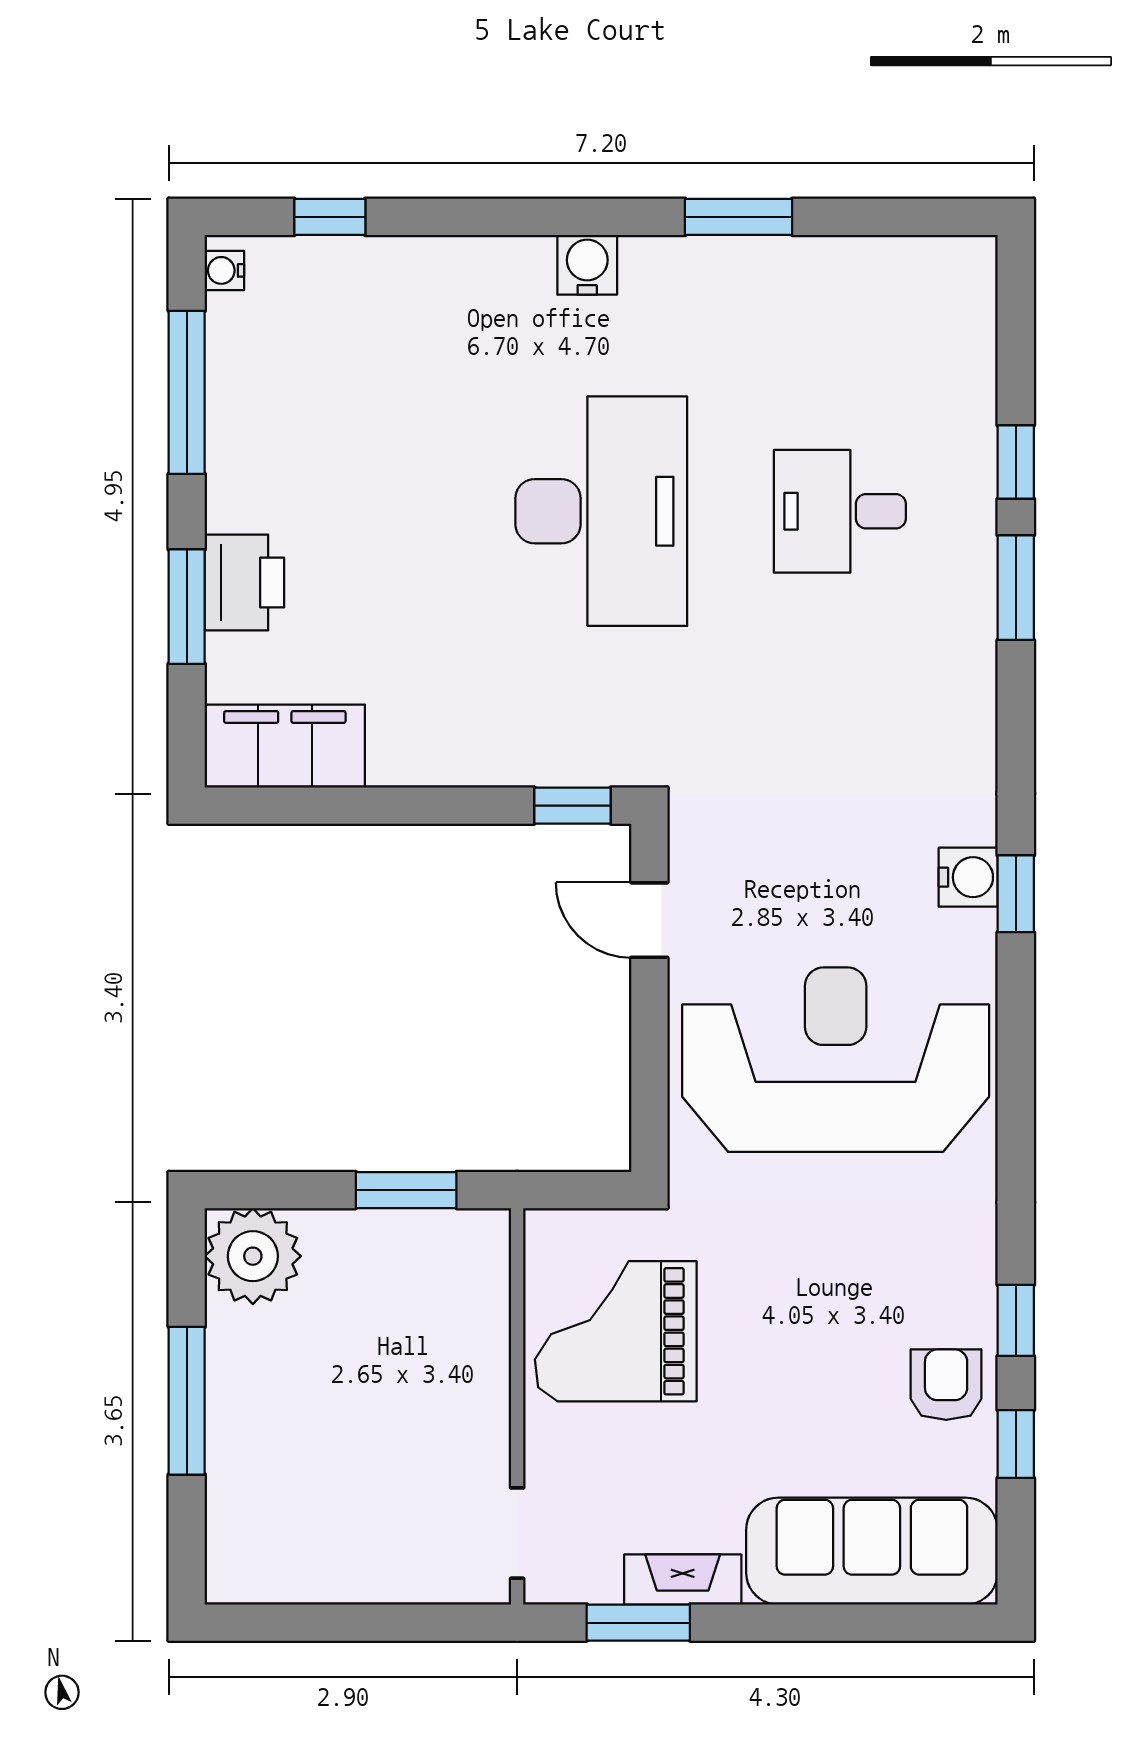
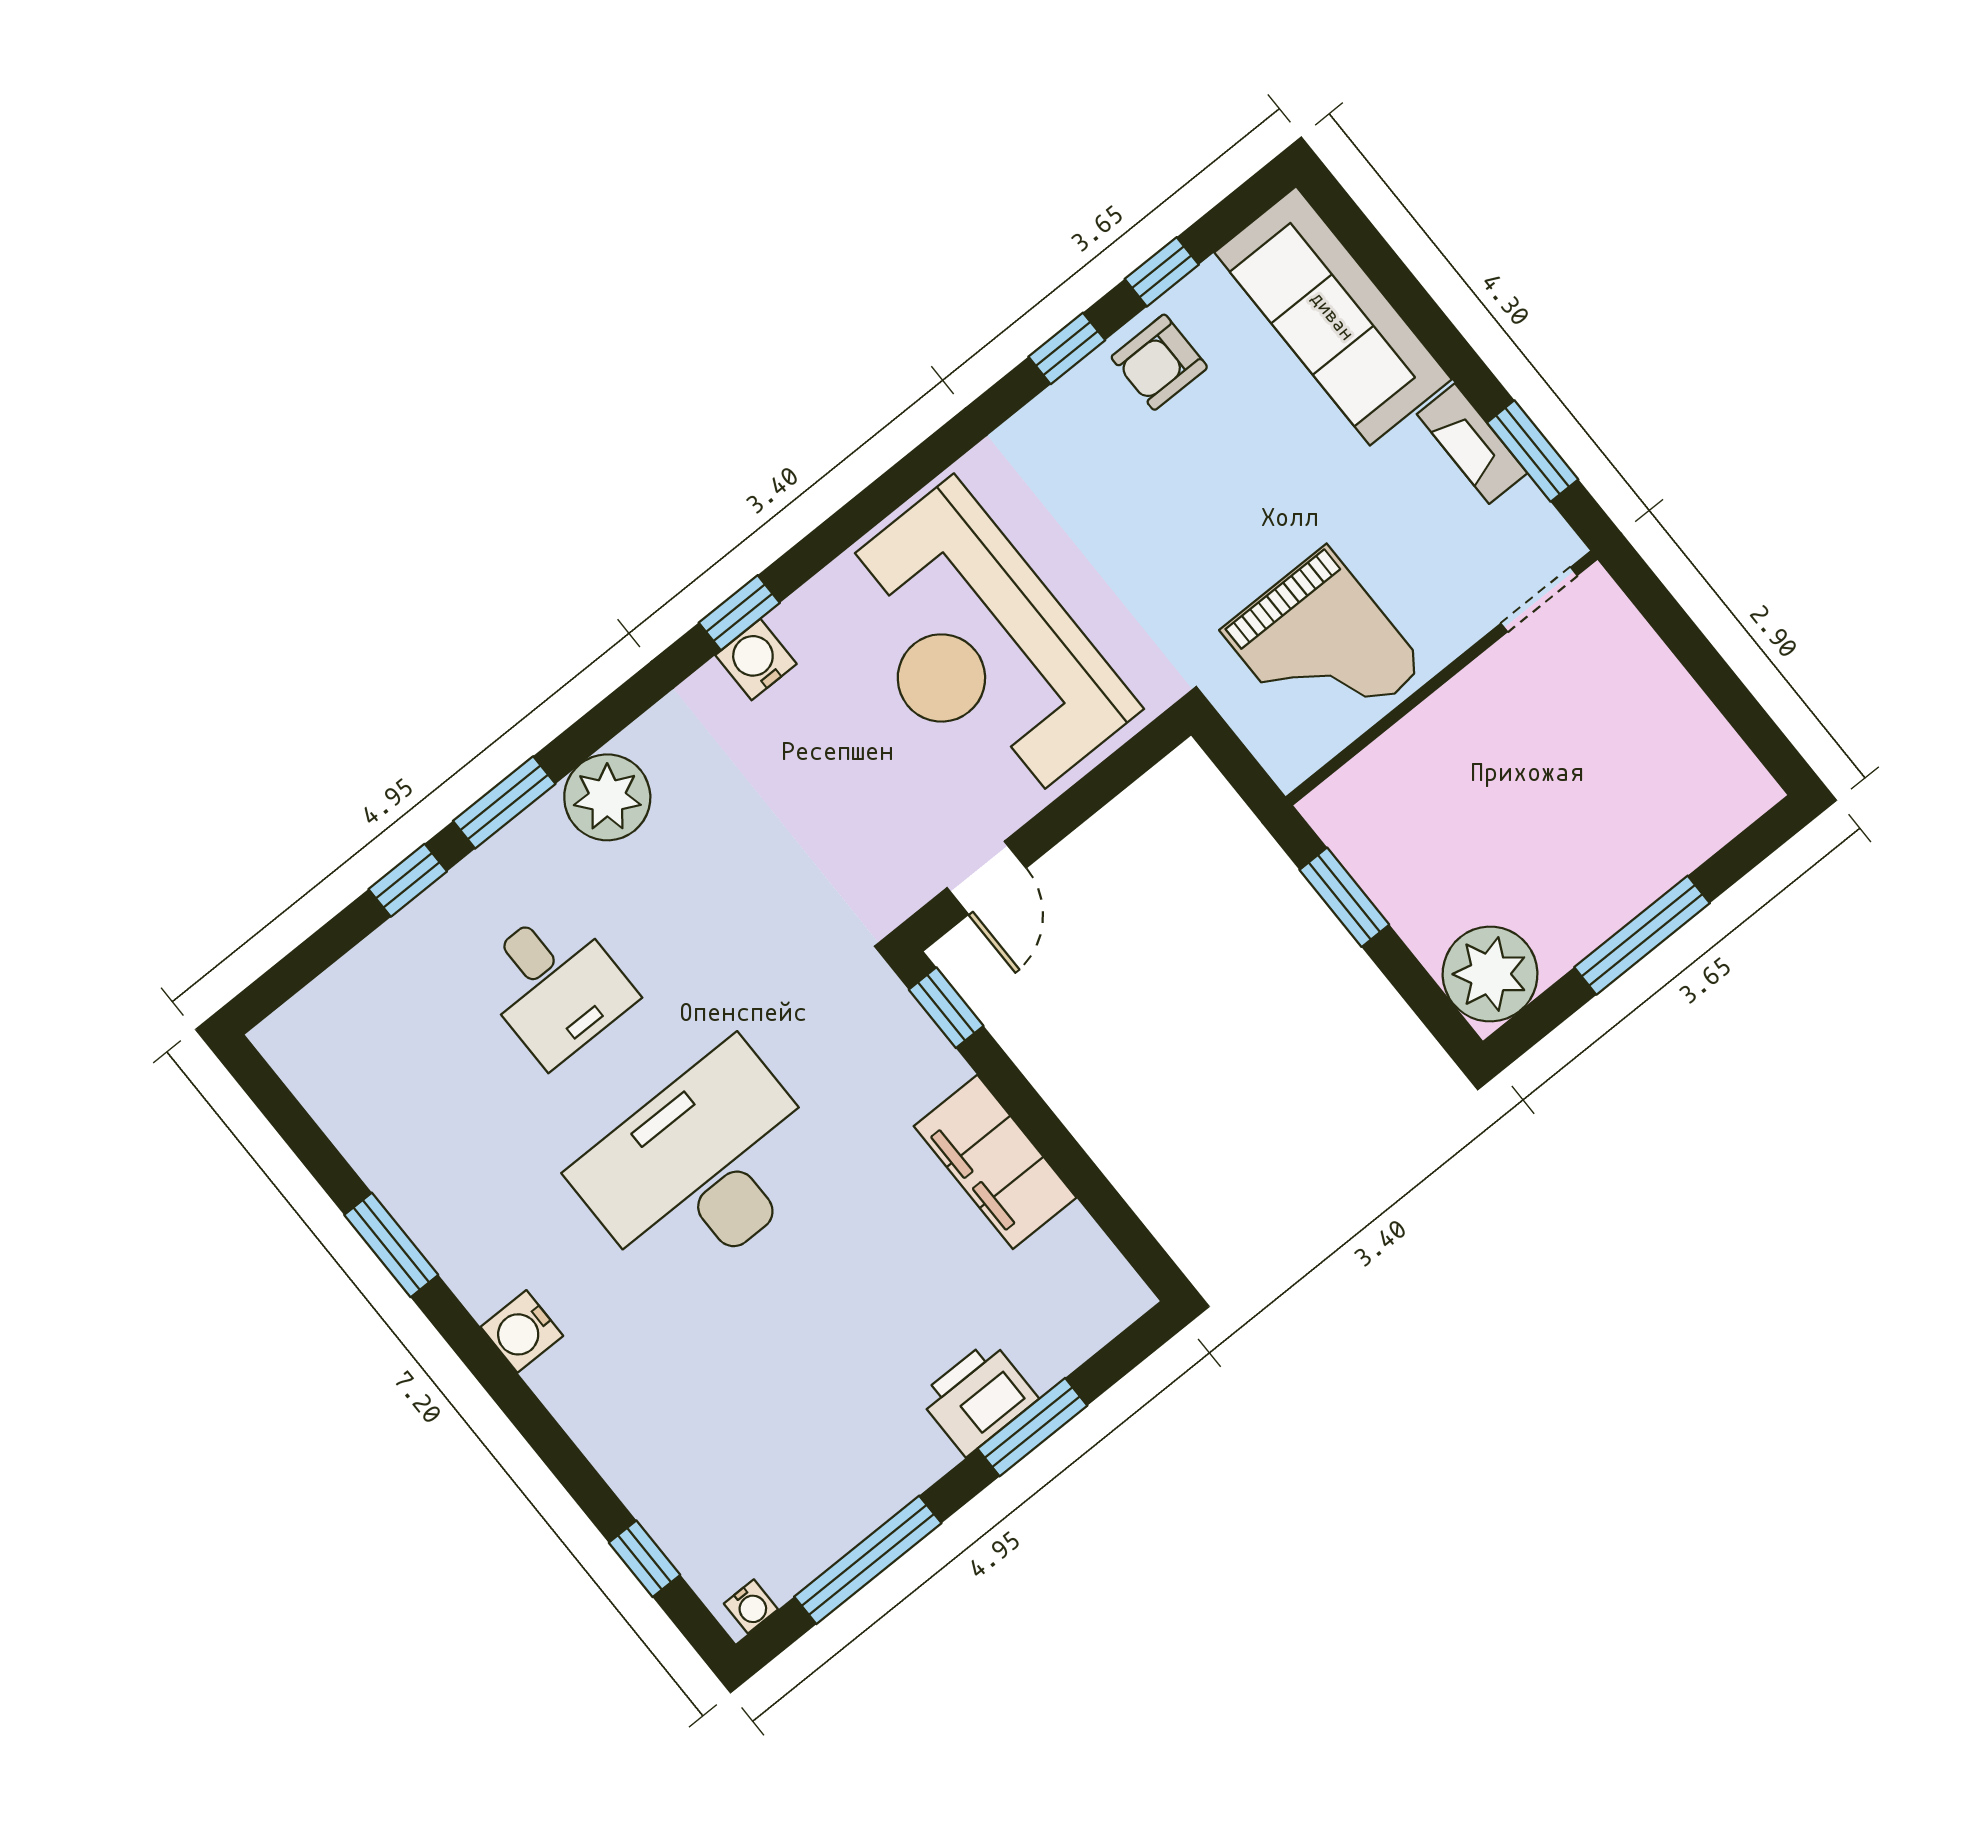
plant: (954, 672) -> (607, 797), added
filing cabinet: (285, 746) -> (995, 1162), moved

